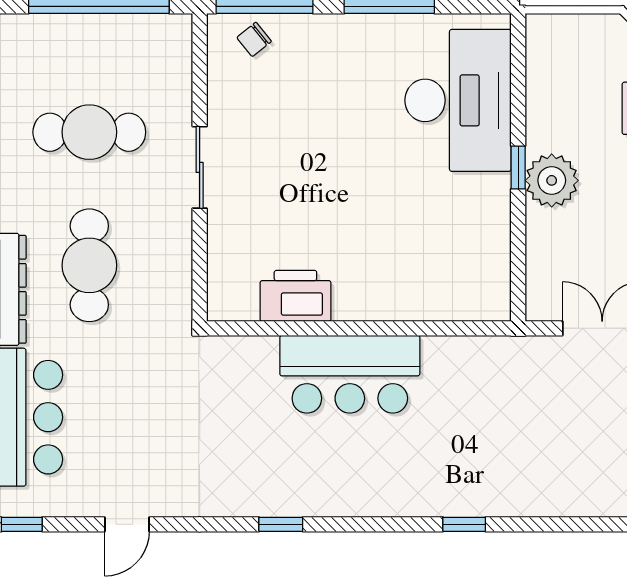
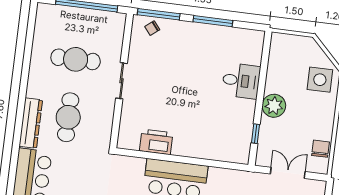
desk: (458, 100) -> (241, 81), width x0.53, depth x0.77
window: (518, 168) -> (256, 134), moved

